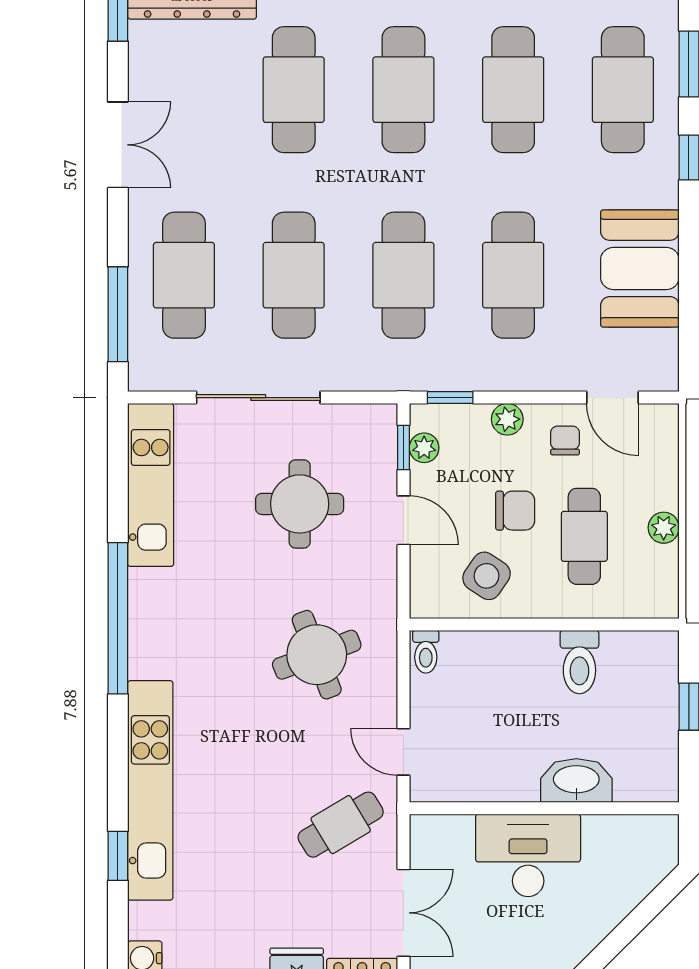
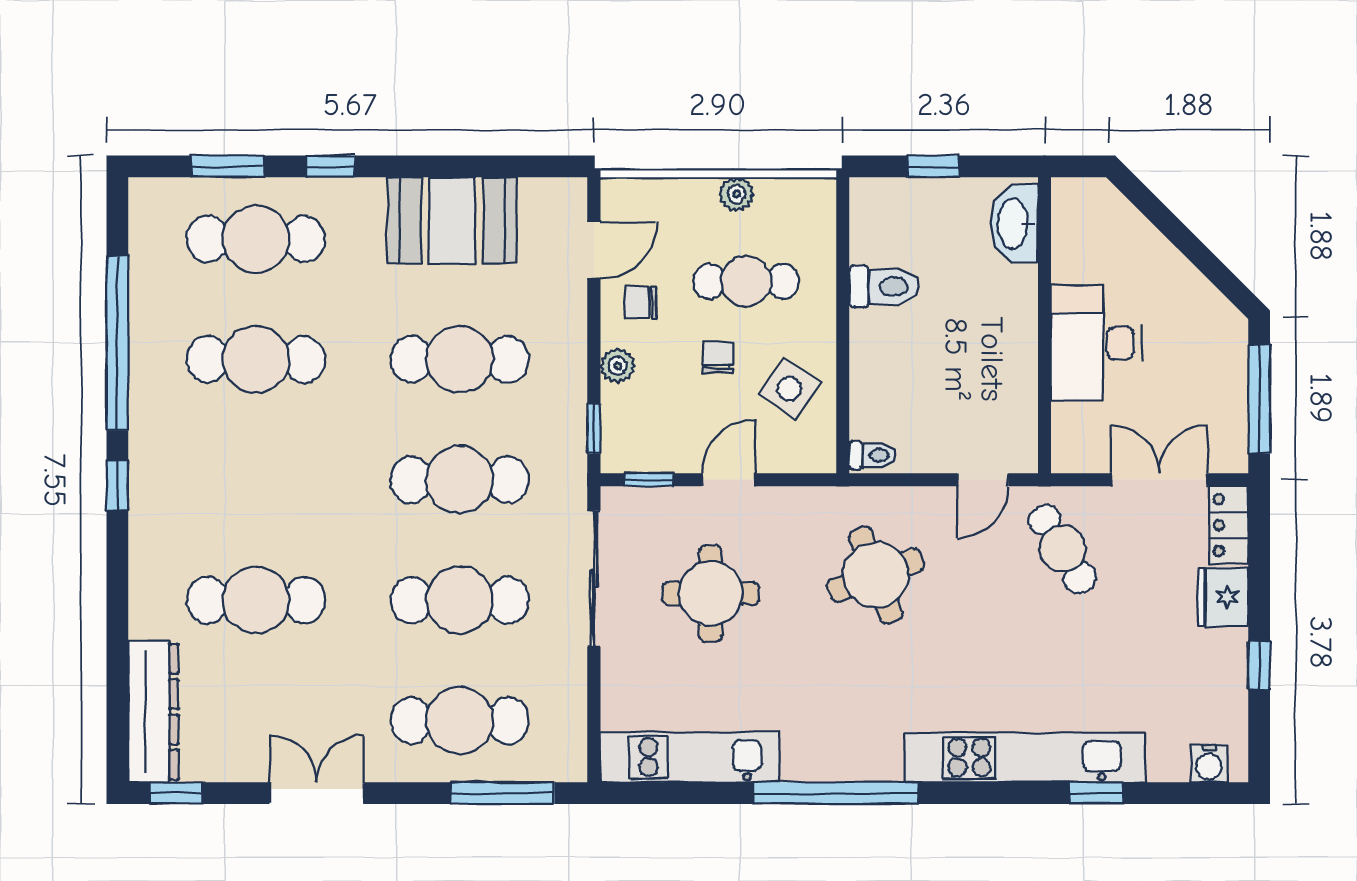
cafe table: (403, 90) -> (256, 480), removed
sliding door: (258, 398) -> (594, 579), moved
plant: (424, 448) -> (649, 457), removed
chair: (515, 511) -> (718, 357), width x0.73, depth x0.73
washbasin: (576, 781) -> (1014, 224), moved

